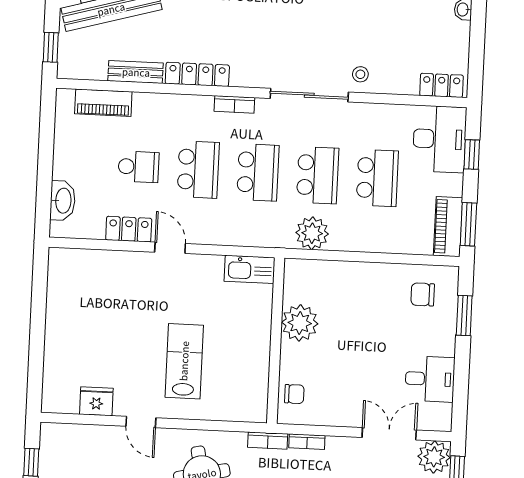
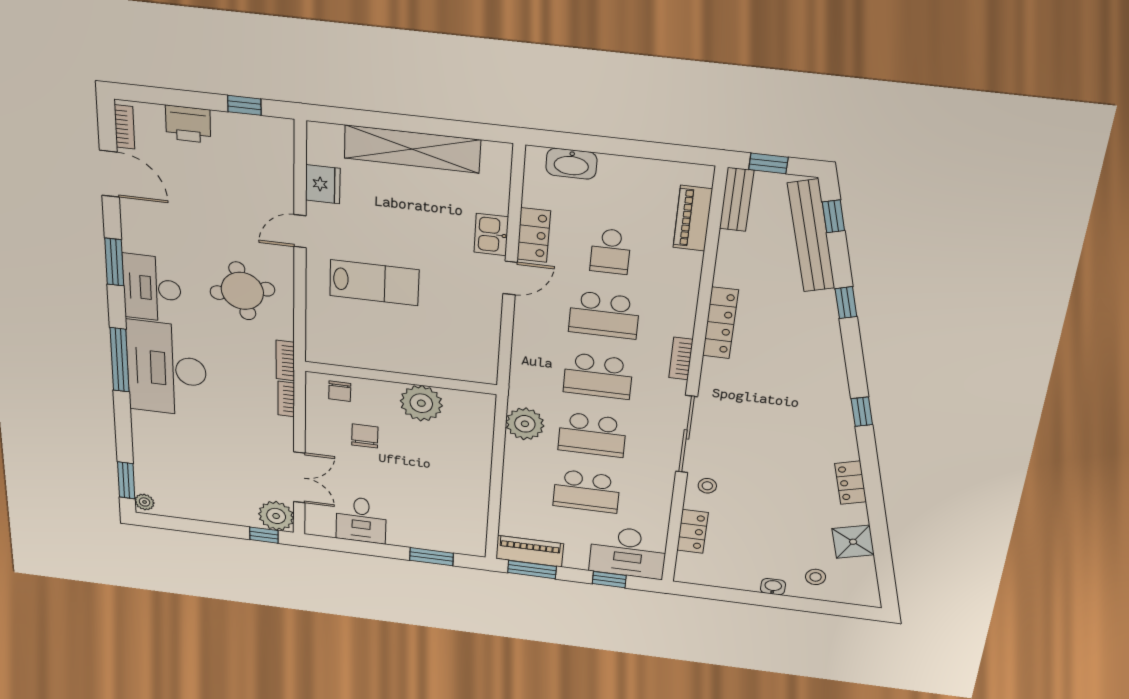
bench: (136, 72) -> (737, 199), moved
locker: (441, 85) -> (692, 531), moved
kitchen sink: (250, 269) -> (491, 235), moved, width x0.73
chair: (423, 294) -> (365, 436), moved
shelving: (59, 328) -> (412, 149), added

